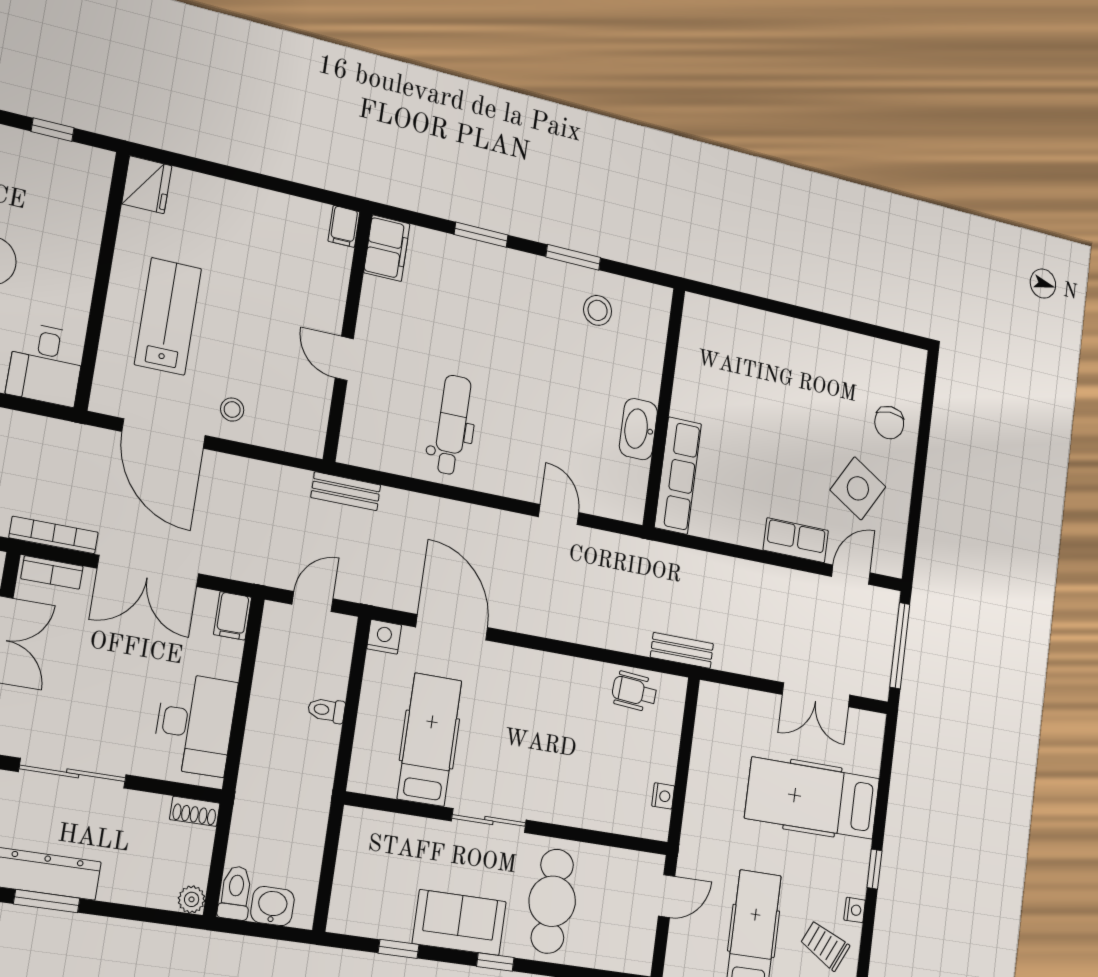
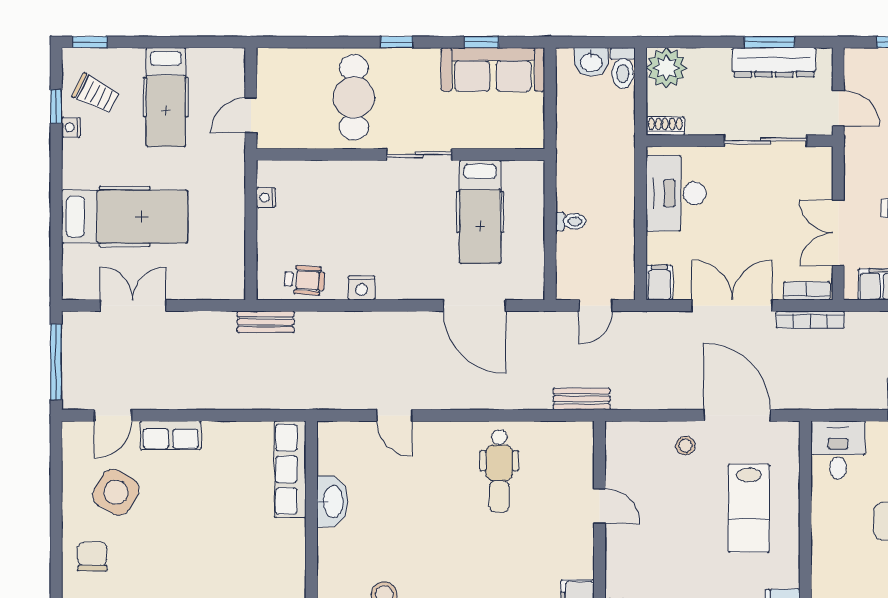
nightstand: (384, 637) -> (362, 288), moved
window: (874, 869) -> (56, 107), moved
plant: (192, 899) -> (666, 68), width x1.87, depth x1.87
sofa: (459, 923) -> (493, 70), moved, width x1.36

